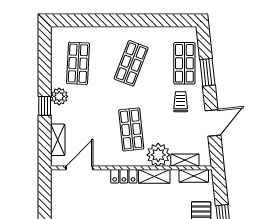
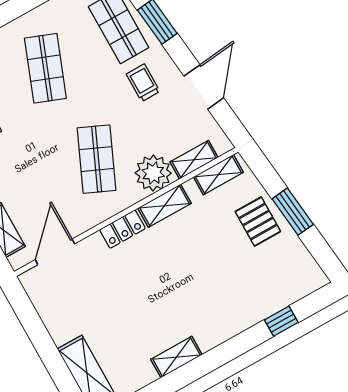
shop shelf: (131, 129) -> (97, 159), turned 30

